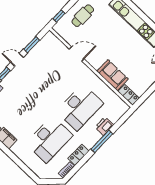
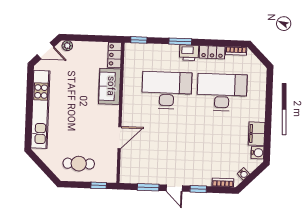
door: (77, 54) -> (120, 138), swing flipped
window: (125, 117) -> (139, 40), added
printer: (104, 126) -> (189, 53), moved
window: (102, 141) -> (180, 41), width x0.69

